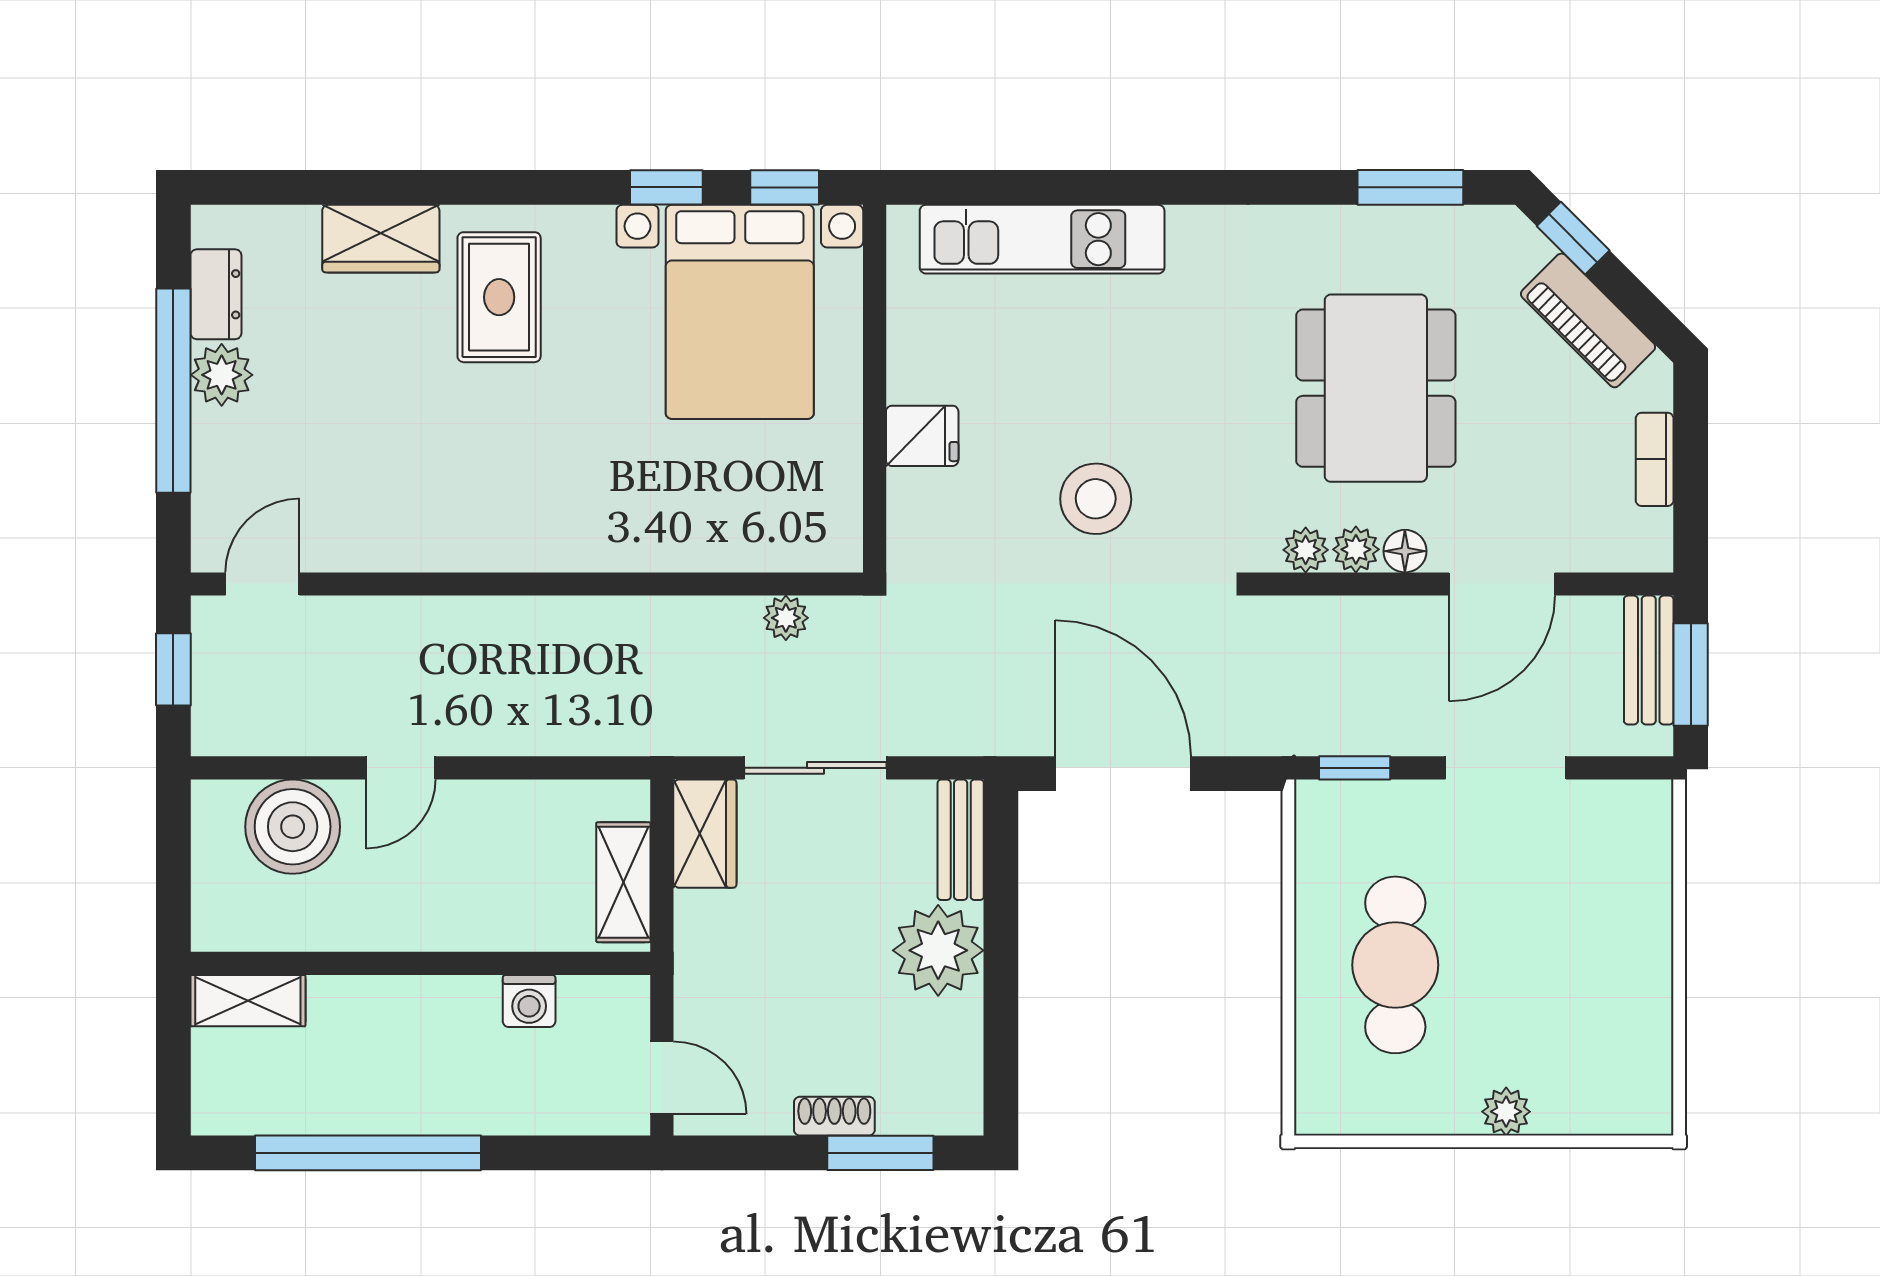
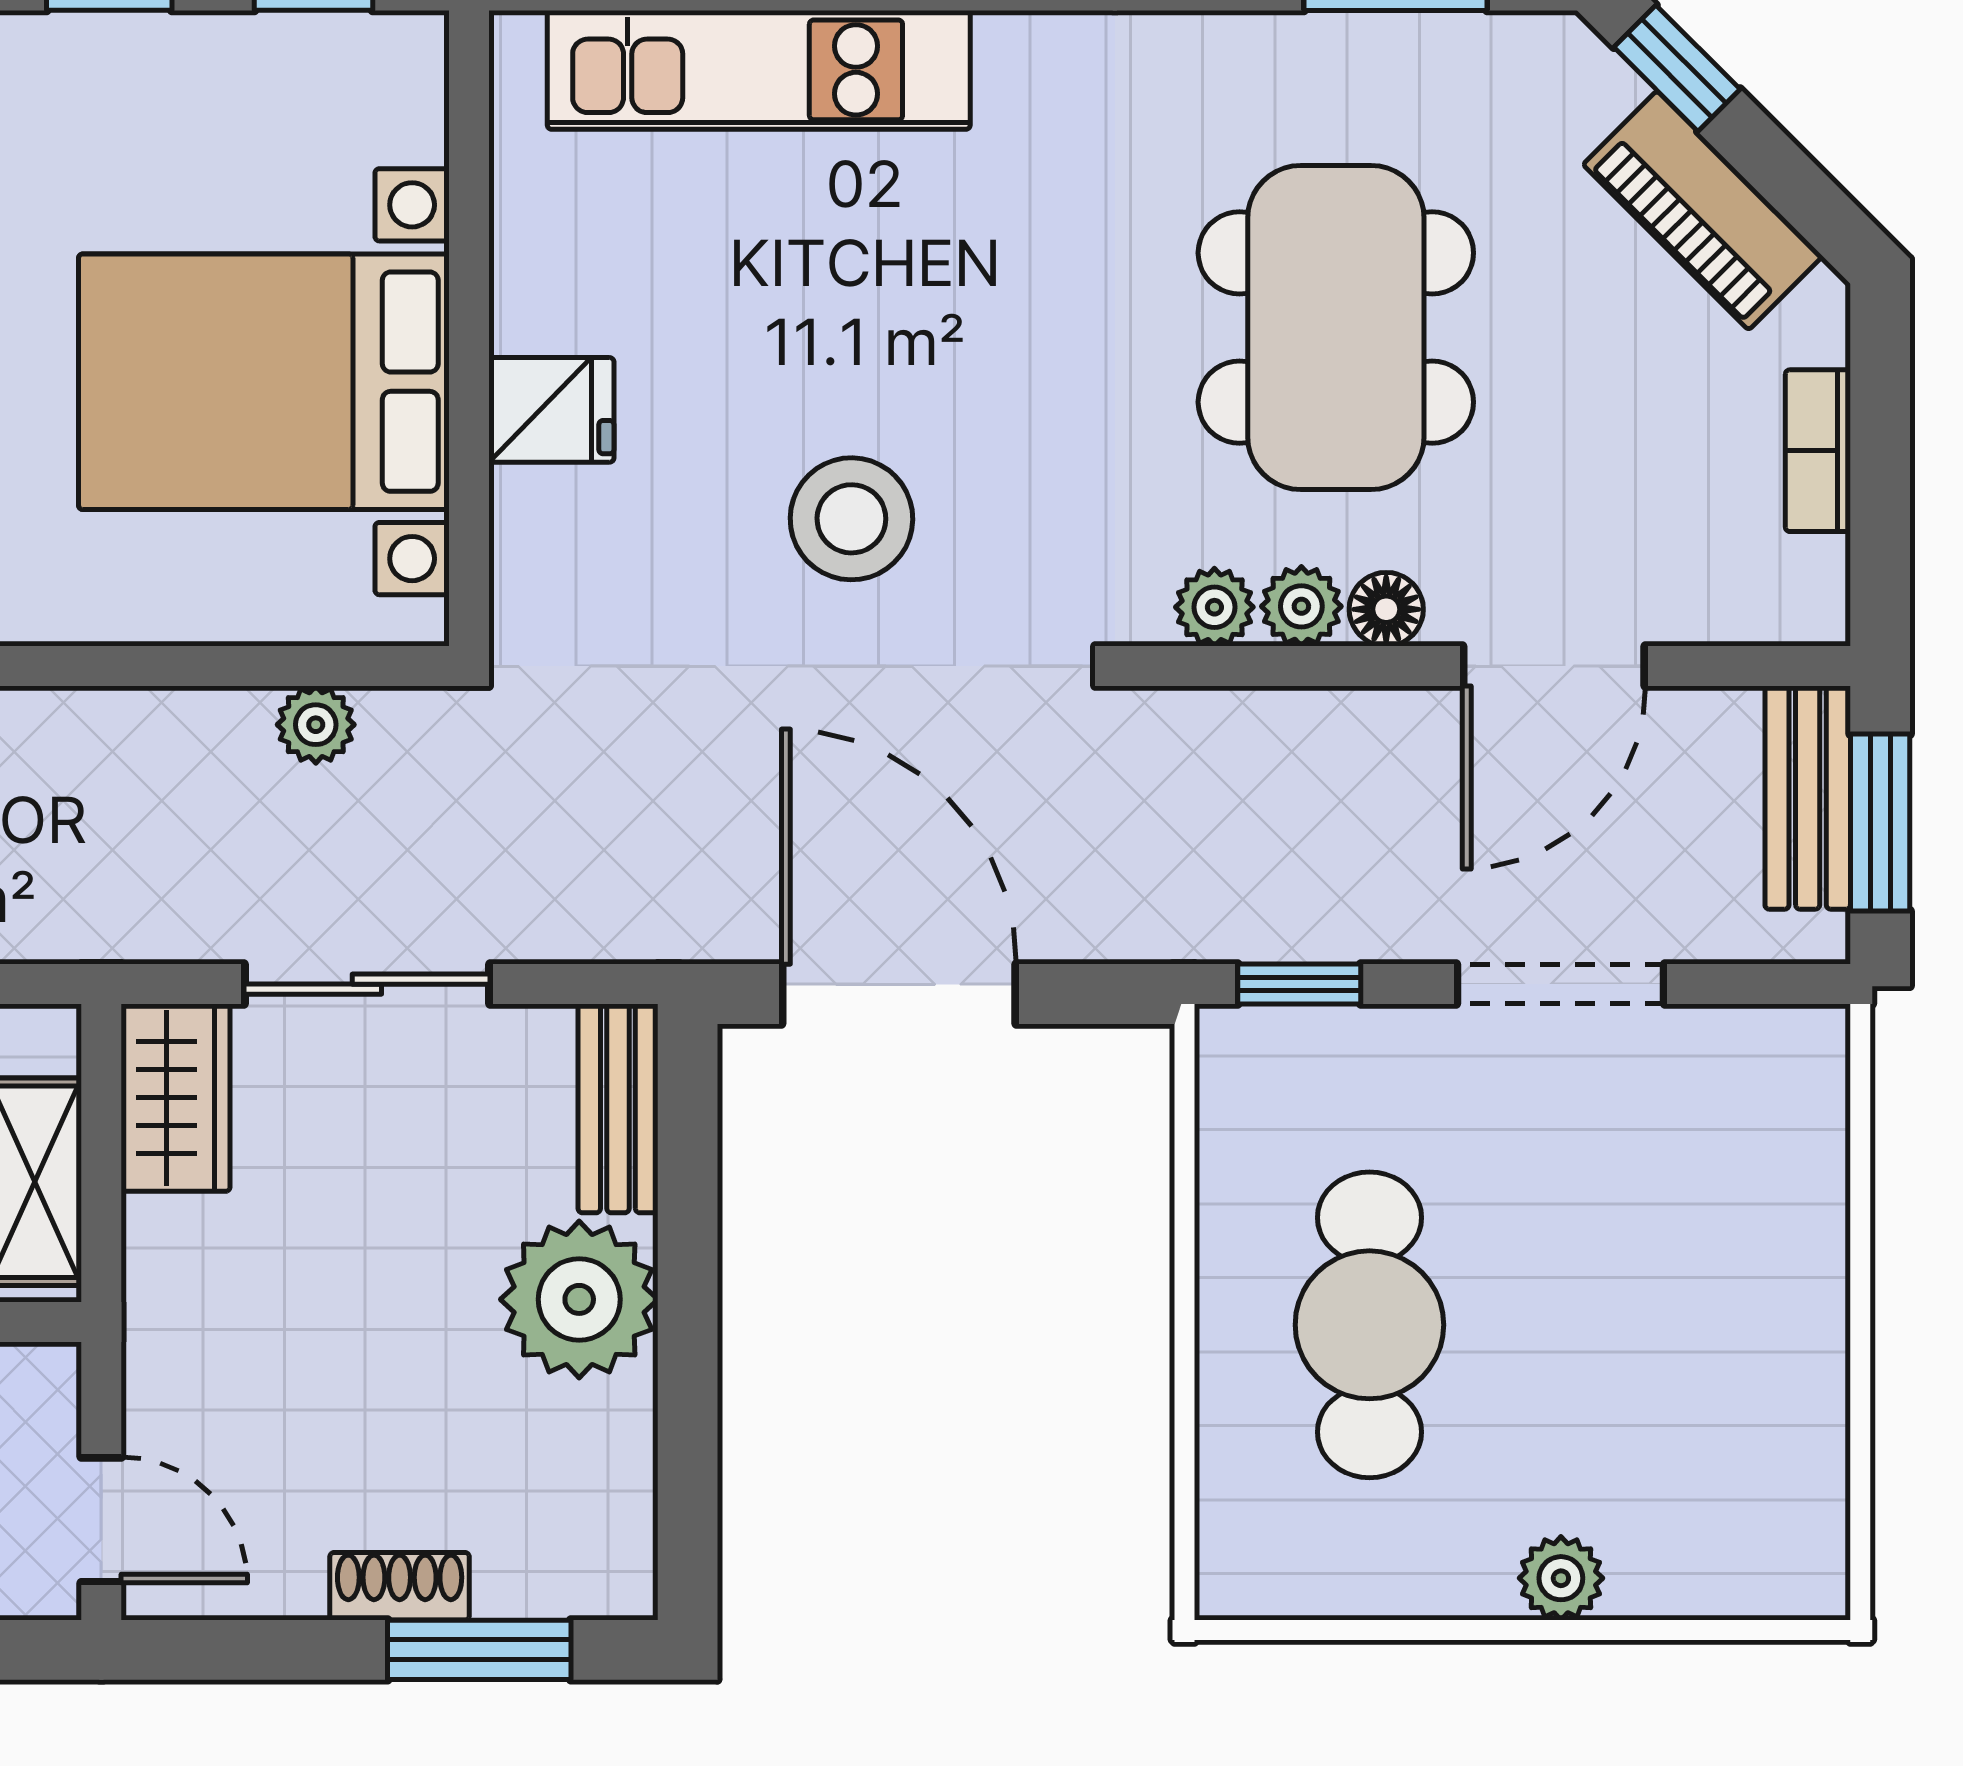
bed with nightstands: (740, 312) -> (264, 382), moved, turned 90

